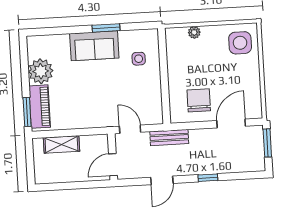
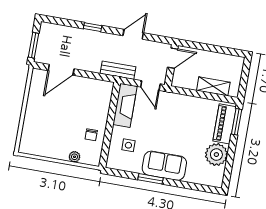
side table: (240, 43) -> (37, 138), removed
chair: (199, 100) -> (91, 135), moved, width x0.54, depth x0.54
fireplace: (153, 101) -> (125, 105), added

